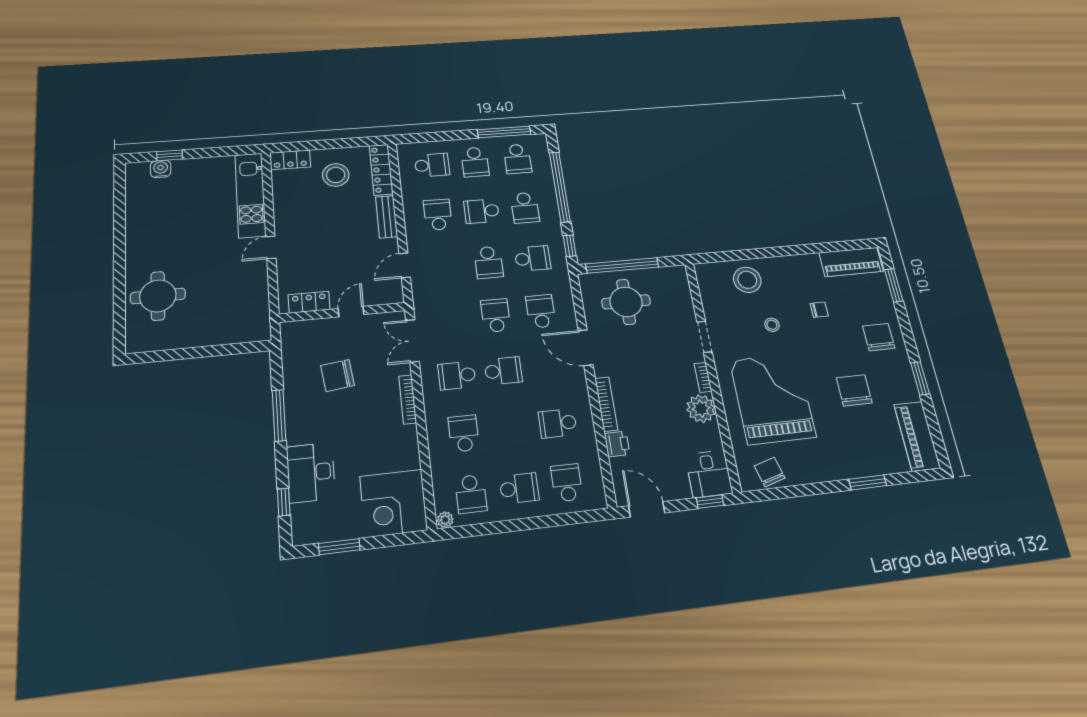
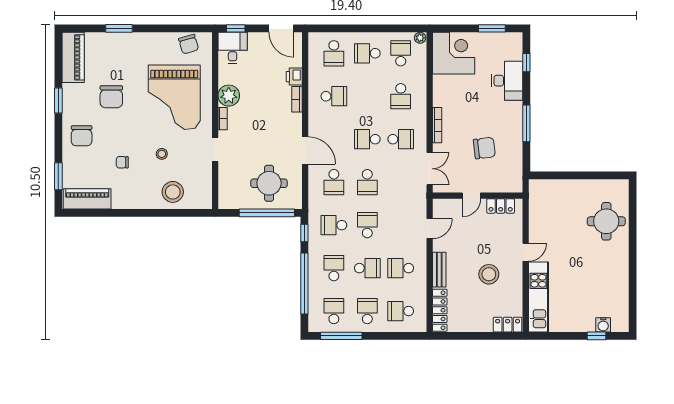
stool: (336, 175) -> (489, 274), moved
school desk: (438, 215) -> (401, 268), turned 90
bookcase: (606, 404) -> (297, 99), width x0.64

